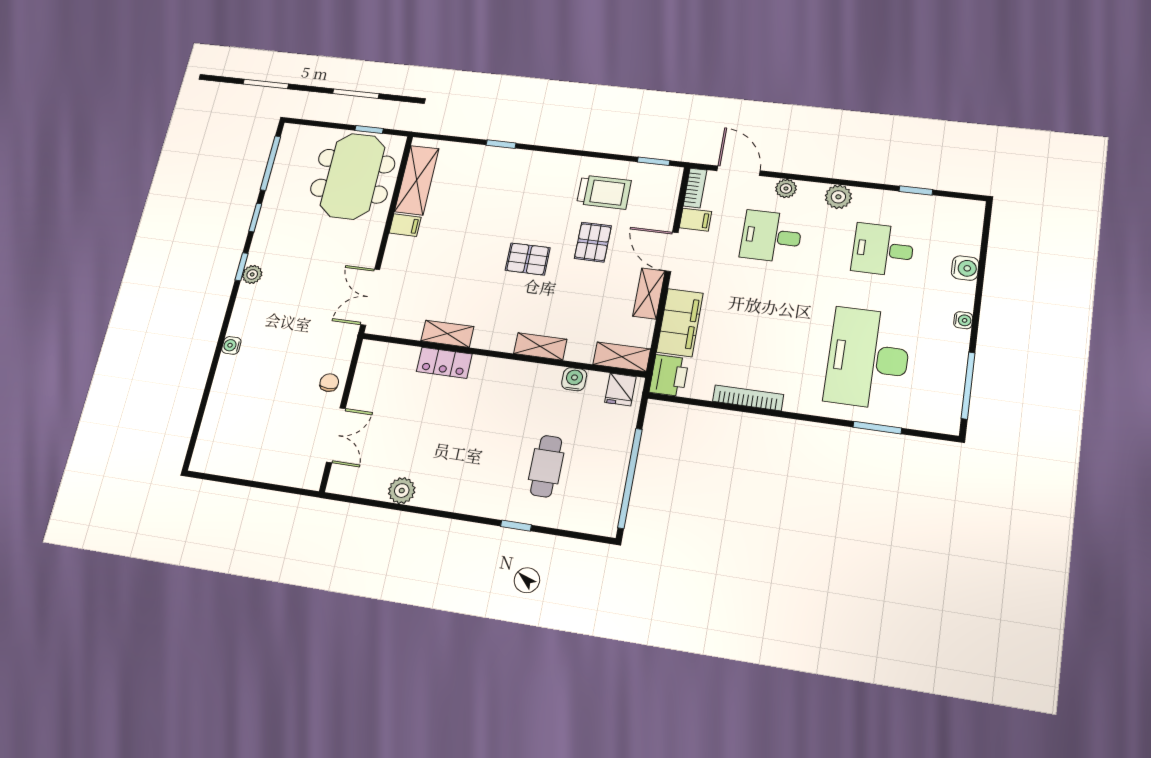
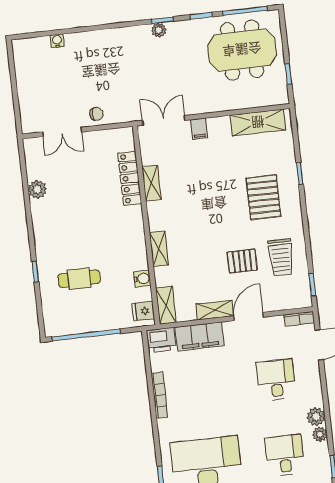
meeting table: (353, 176) -> (242, 50), moved
plant: (786, 188) -> (320, 434), moved
filing cabinet: (695, 220) -> (276, 326), removed
filing cabinet: (405, 225) -> (199, 129), moved
pallet: (528, 259) -> (263, 197), moved, width x1.50, depth x1.42
water cooler: (231, 345) -> (57, 41), moved
locker: (444, 363) -> (130, 178), width x1.53

